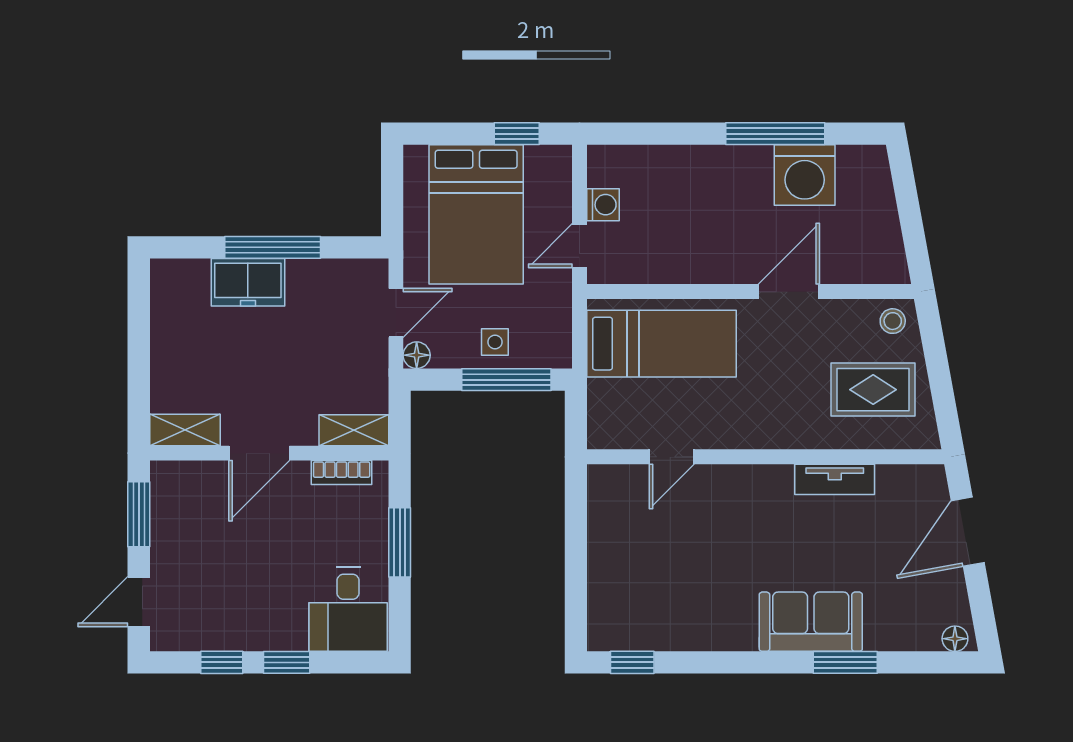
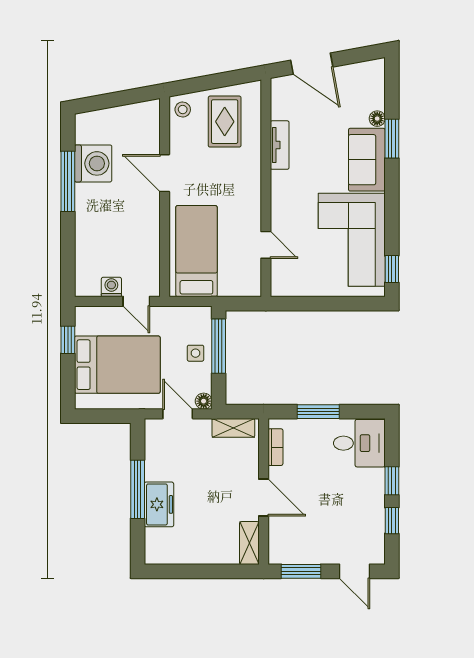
shelving: (354, 430) -> (233, 428), moved, turned 90
corner sofa: (680, 597) -> (352, 240), added
floor lamp: (955, 639) -> (377, 119), moved

